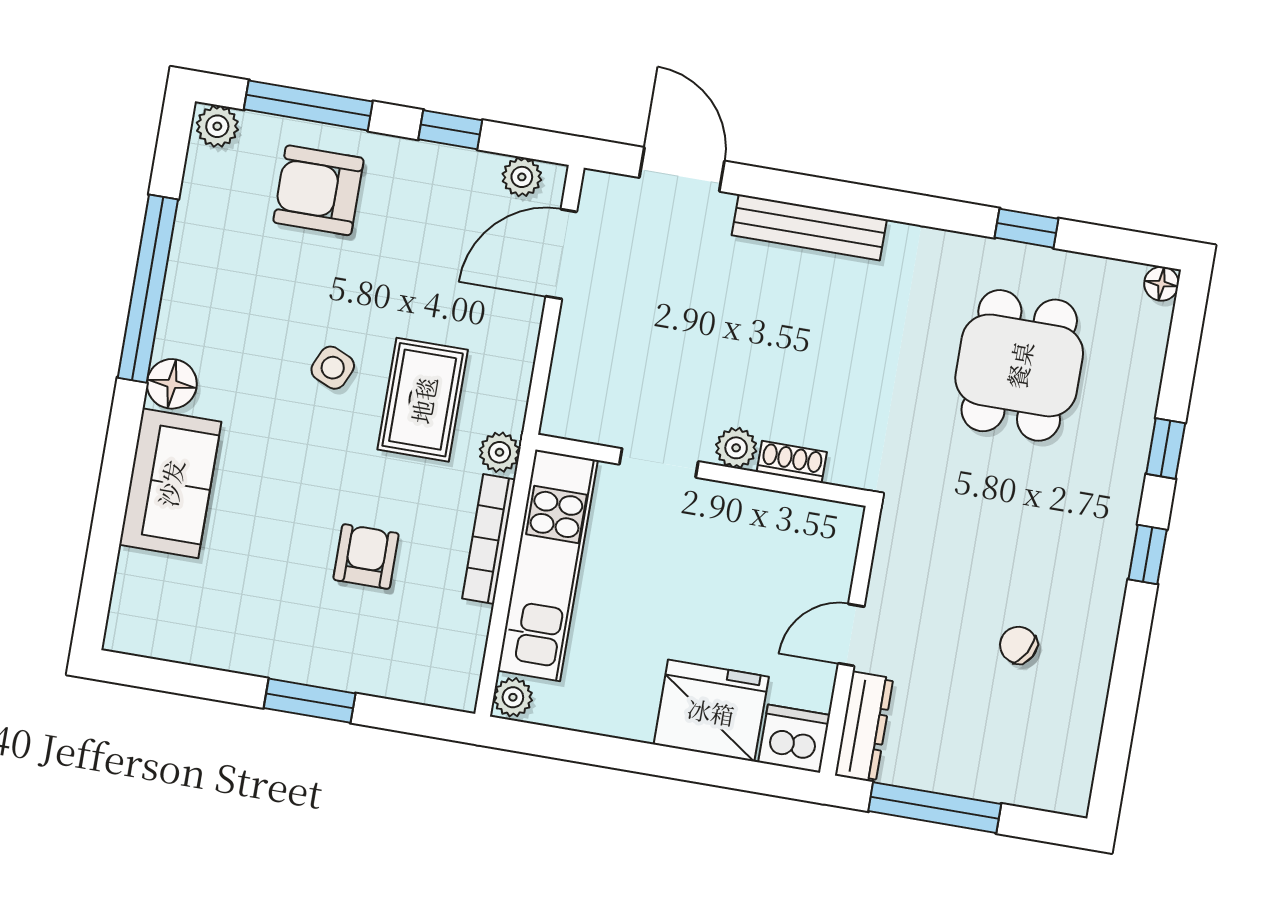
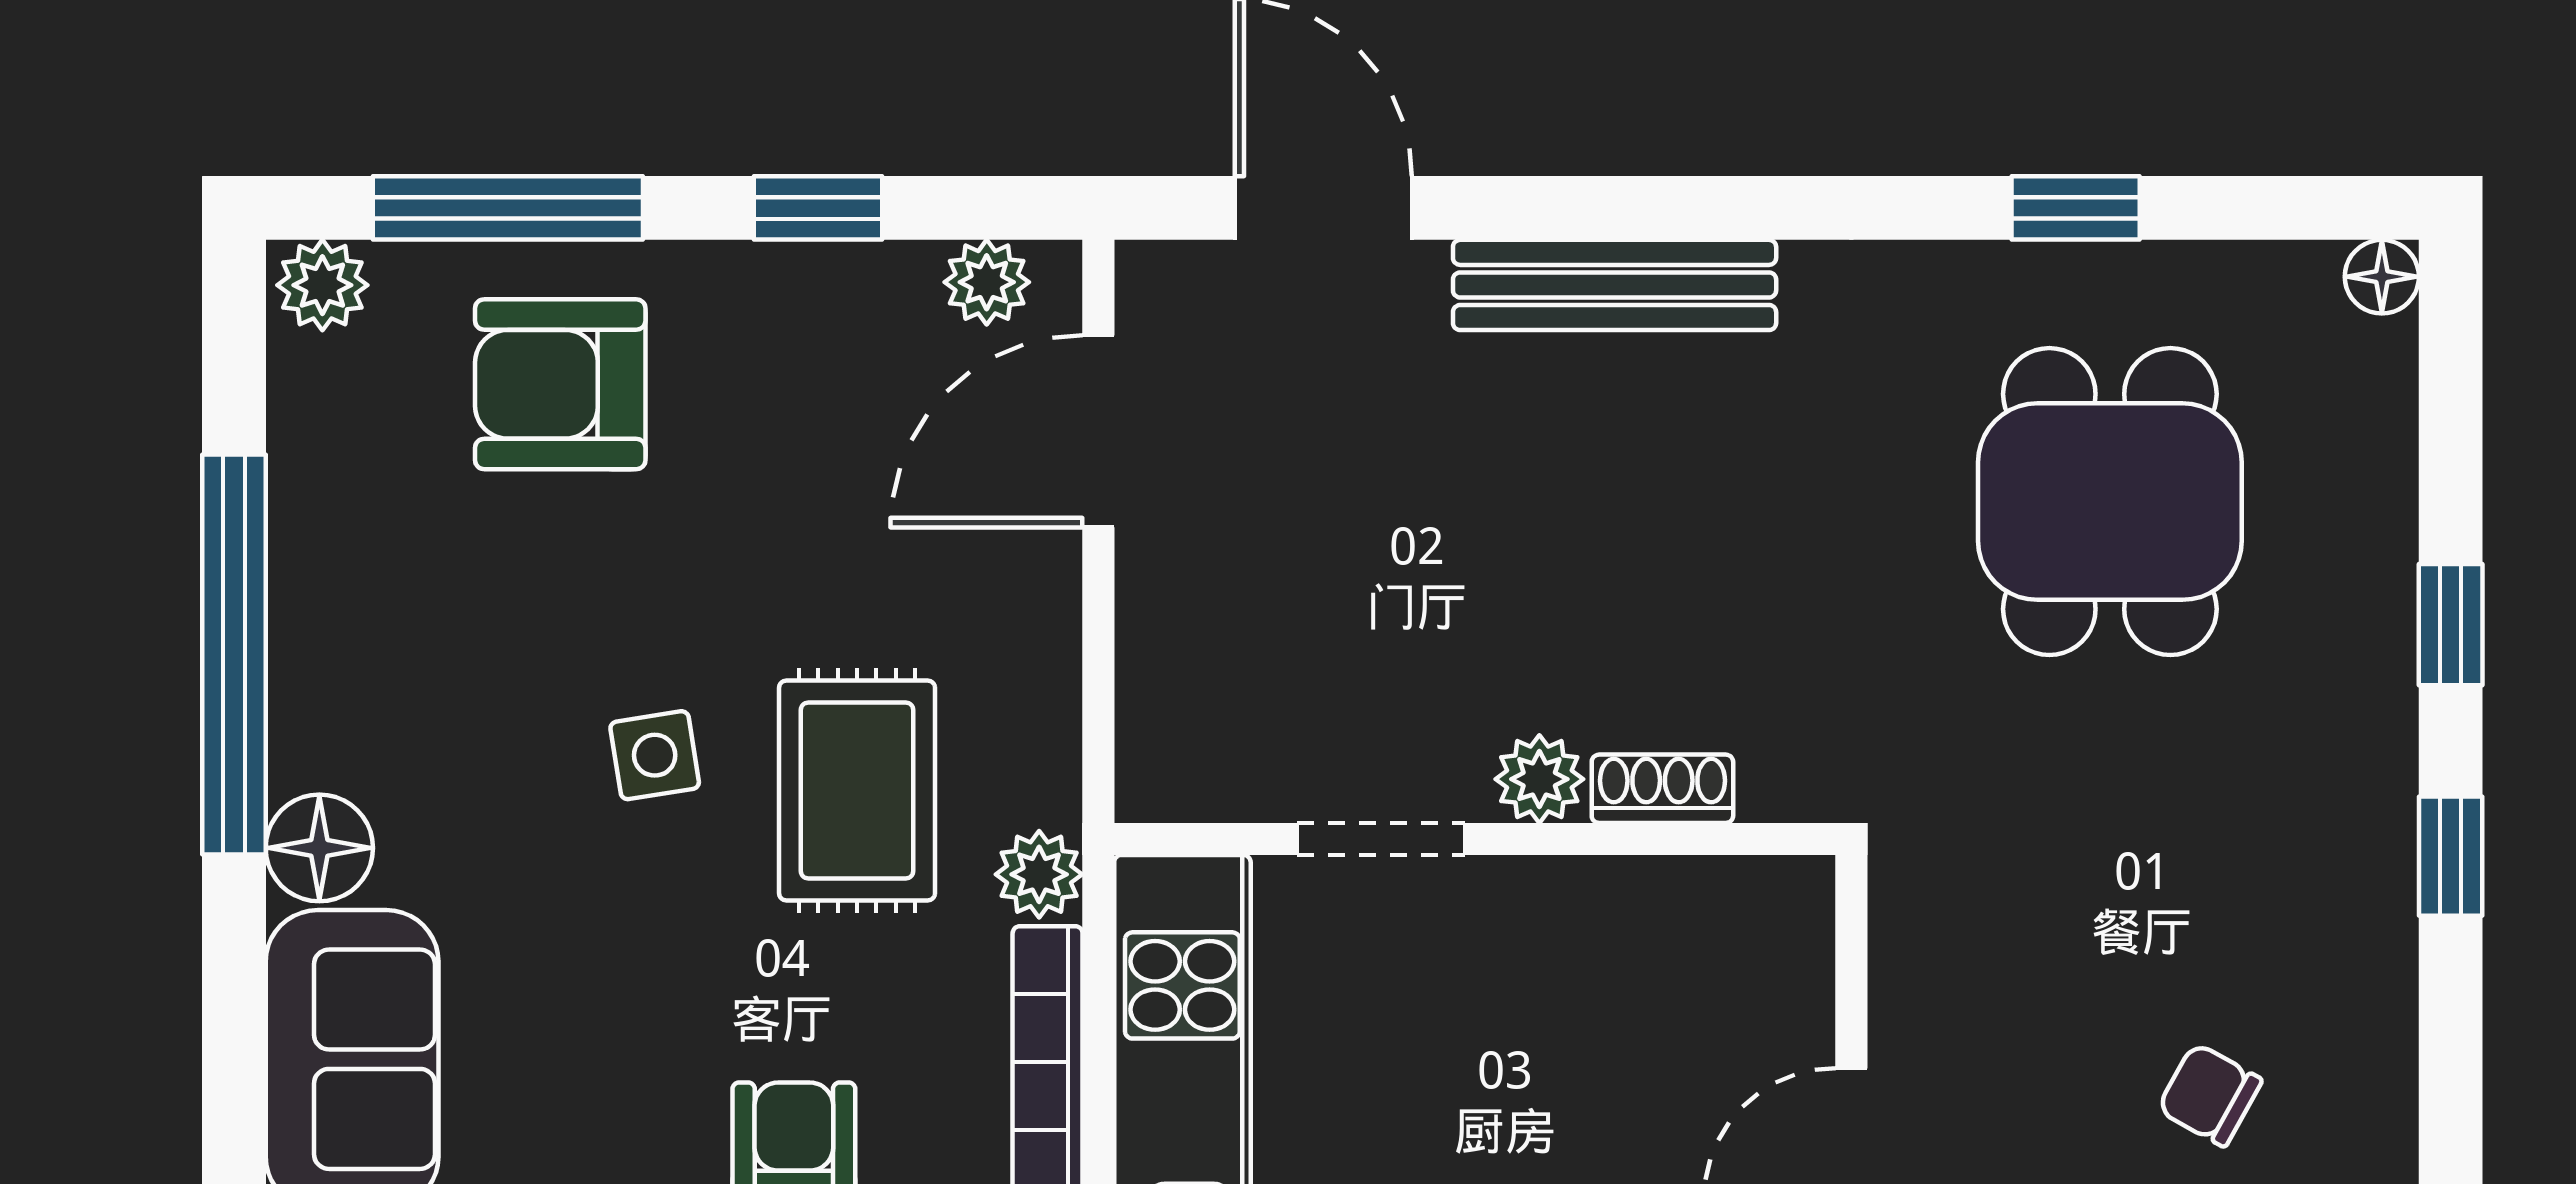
side table: (333, 368) -> (655, 755), turned -33

